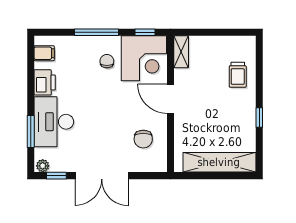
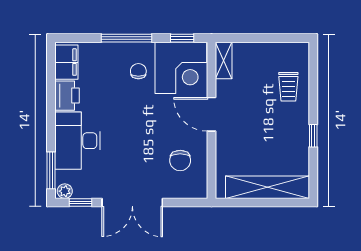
filing cabinet: (44, 53) -> (66, 62), width x2.00
window: (31, 131) -> (51, 170), moved

